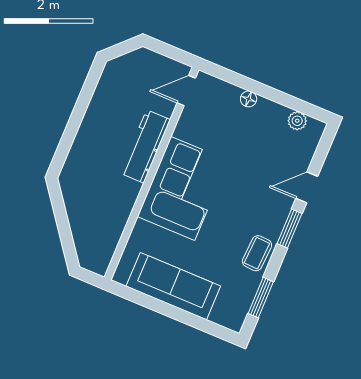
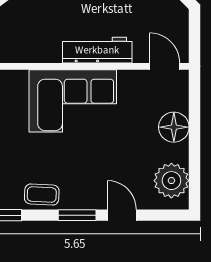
floor lamp: (249, 99) -> (174, 127), width x1.89, depth x1.89
plant: (297, 121) -> (171, 181), width x1.88, depth x1.88

